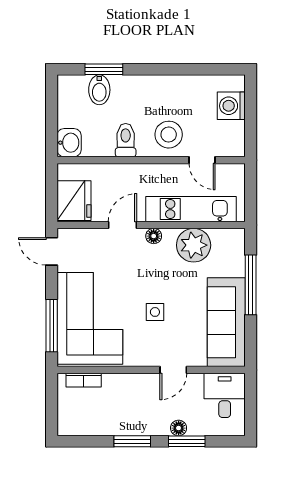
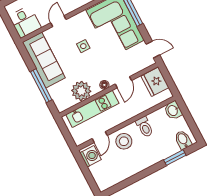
bidet: (99, 90) -> (183, 140), moved
washing machine: (231, 106) -> (91, 156), moved
door: (202, 160) -> (100, 137), swing flipped

